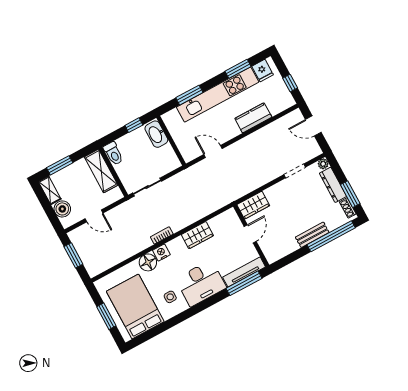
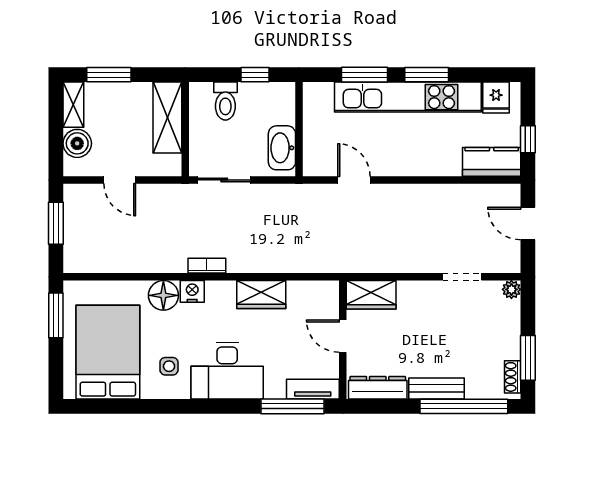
window: (238, 69) -> (427, 75), moved
kitchen counter: (253, 118) -> (492, 162), moved
washbasin: (156, 134) -> (282, 148), moved
toilet: (113, 154) -> (225, 101), moved
dresser: (333, 185) -> (378, 388), moved, turned 90
door: (250, 234) -> (343, 336), swing flipped
tv unit: (244, 272) -> (313, 389), width x0.71
window: (106, 316) -> (56, 315), moved

